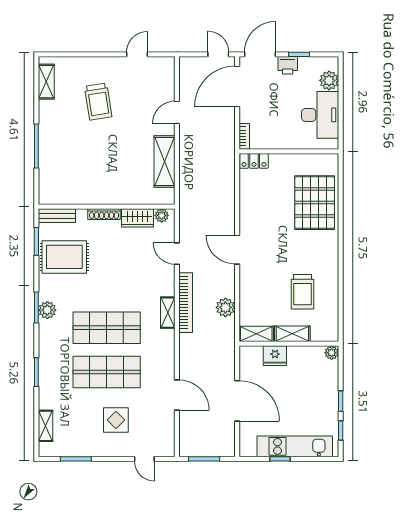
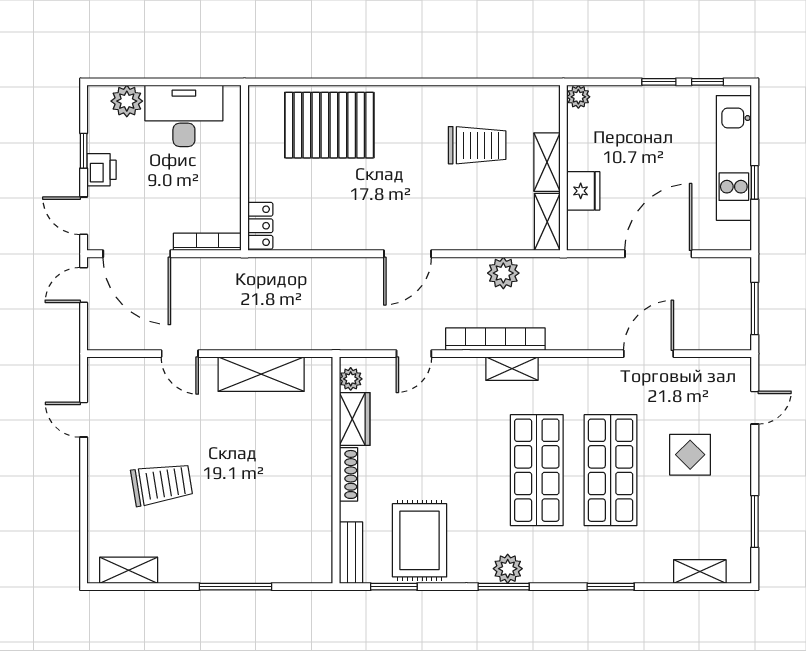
door: (260, 54) -> (84, 216), width x0.73
bookcase: (244, 136) -> (207, 242), width x1.56

